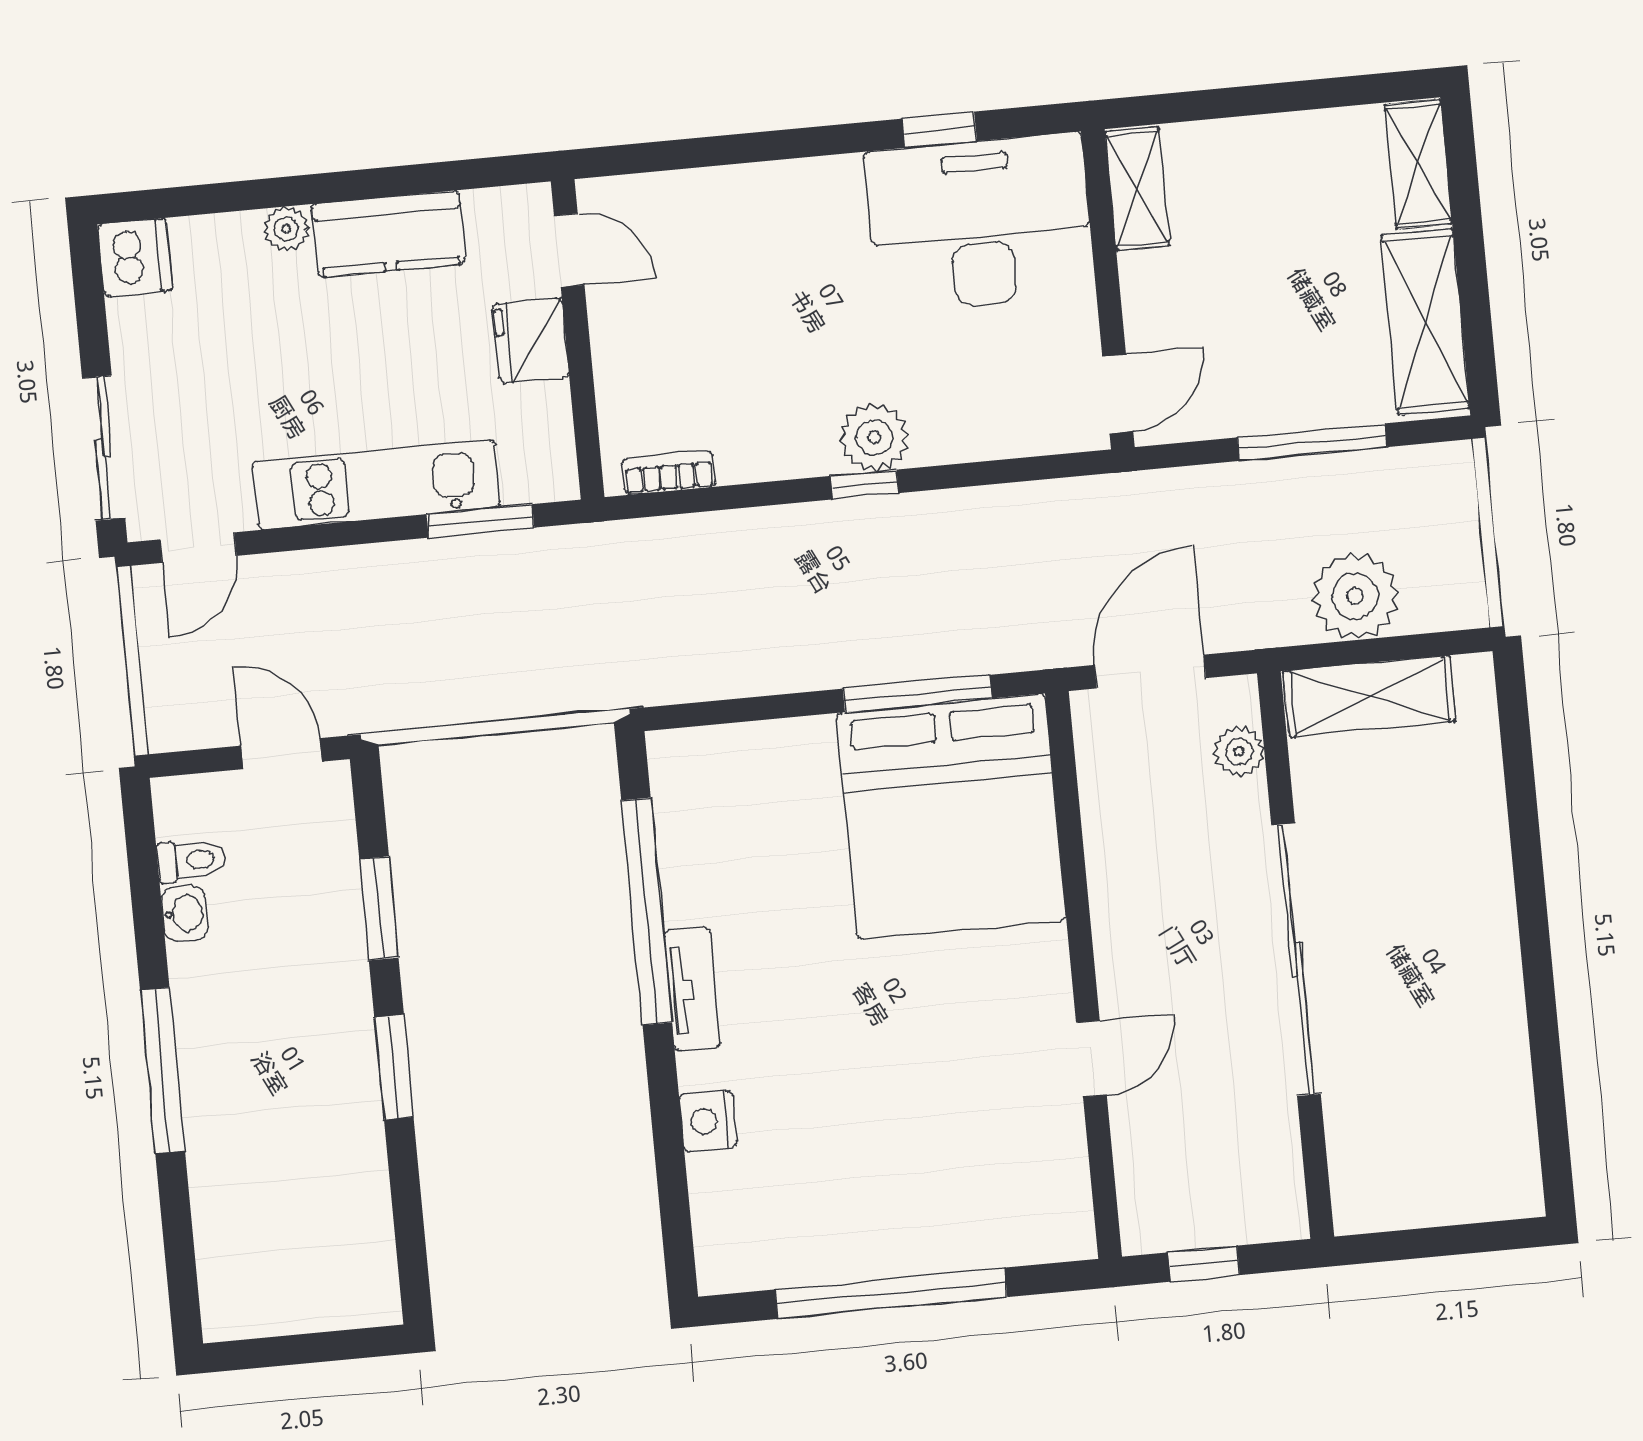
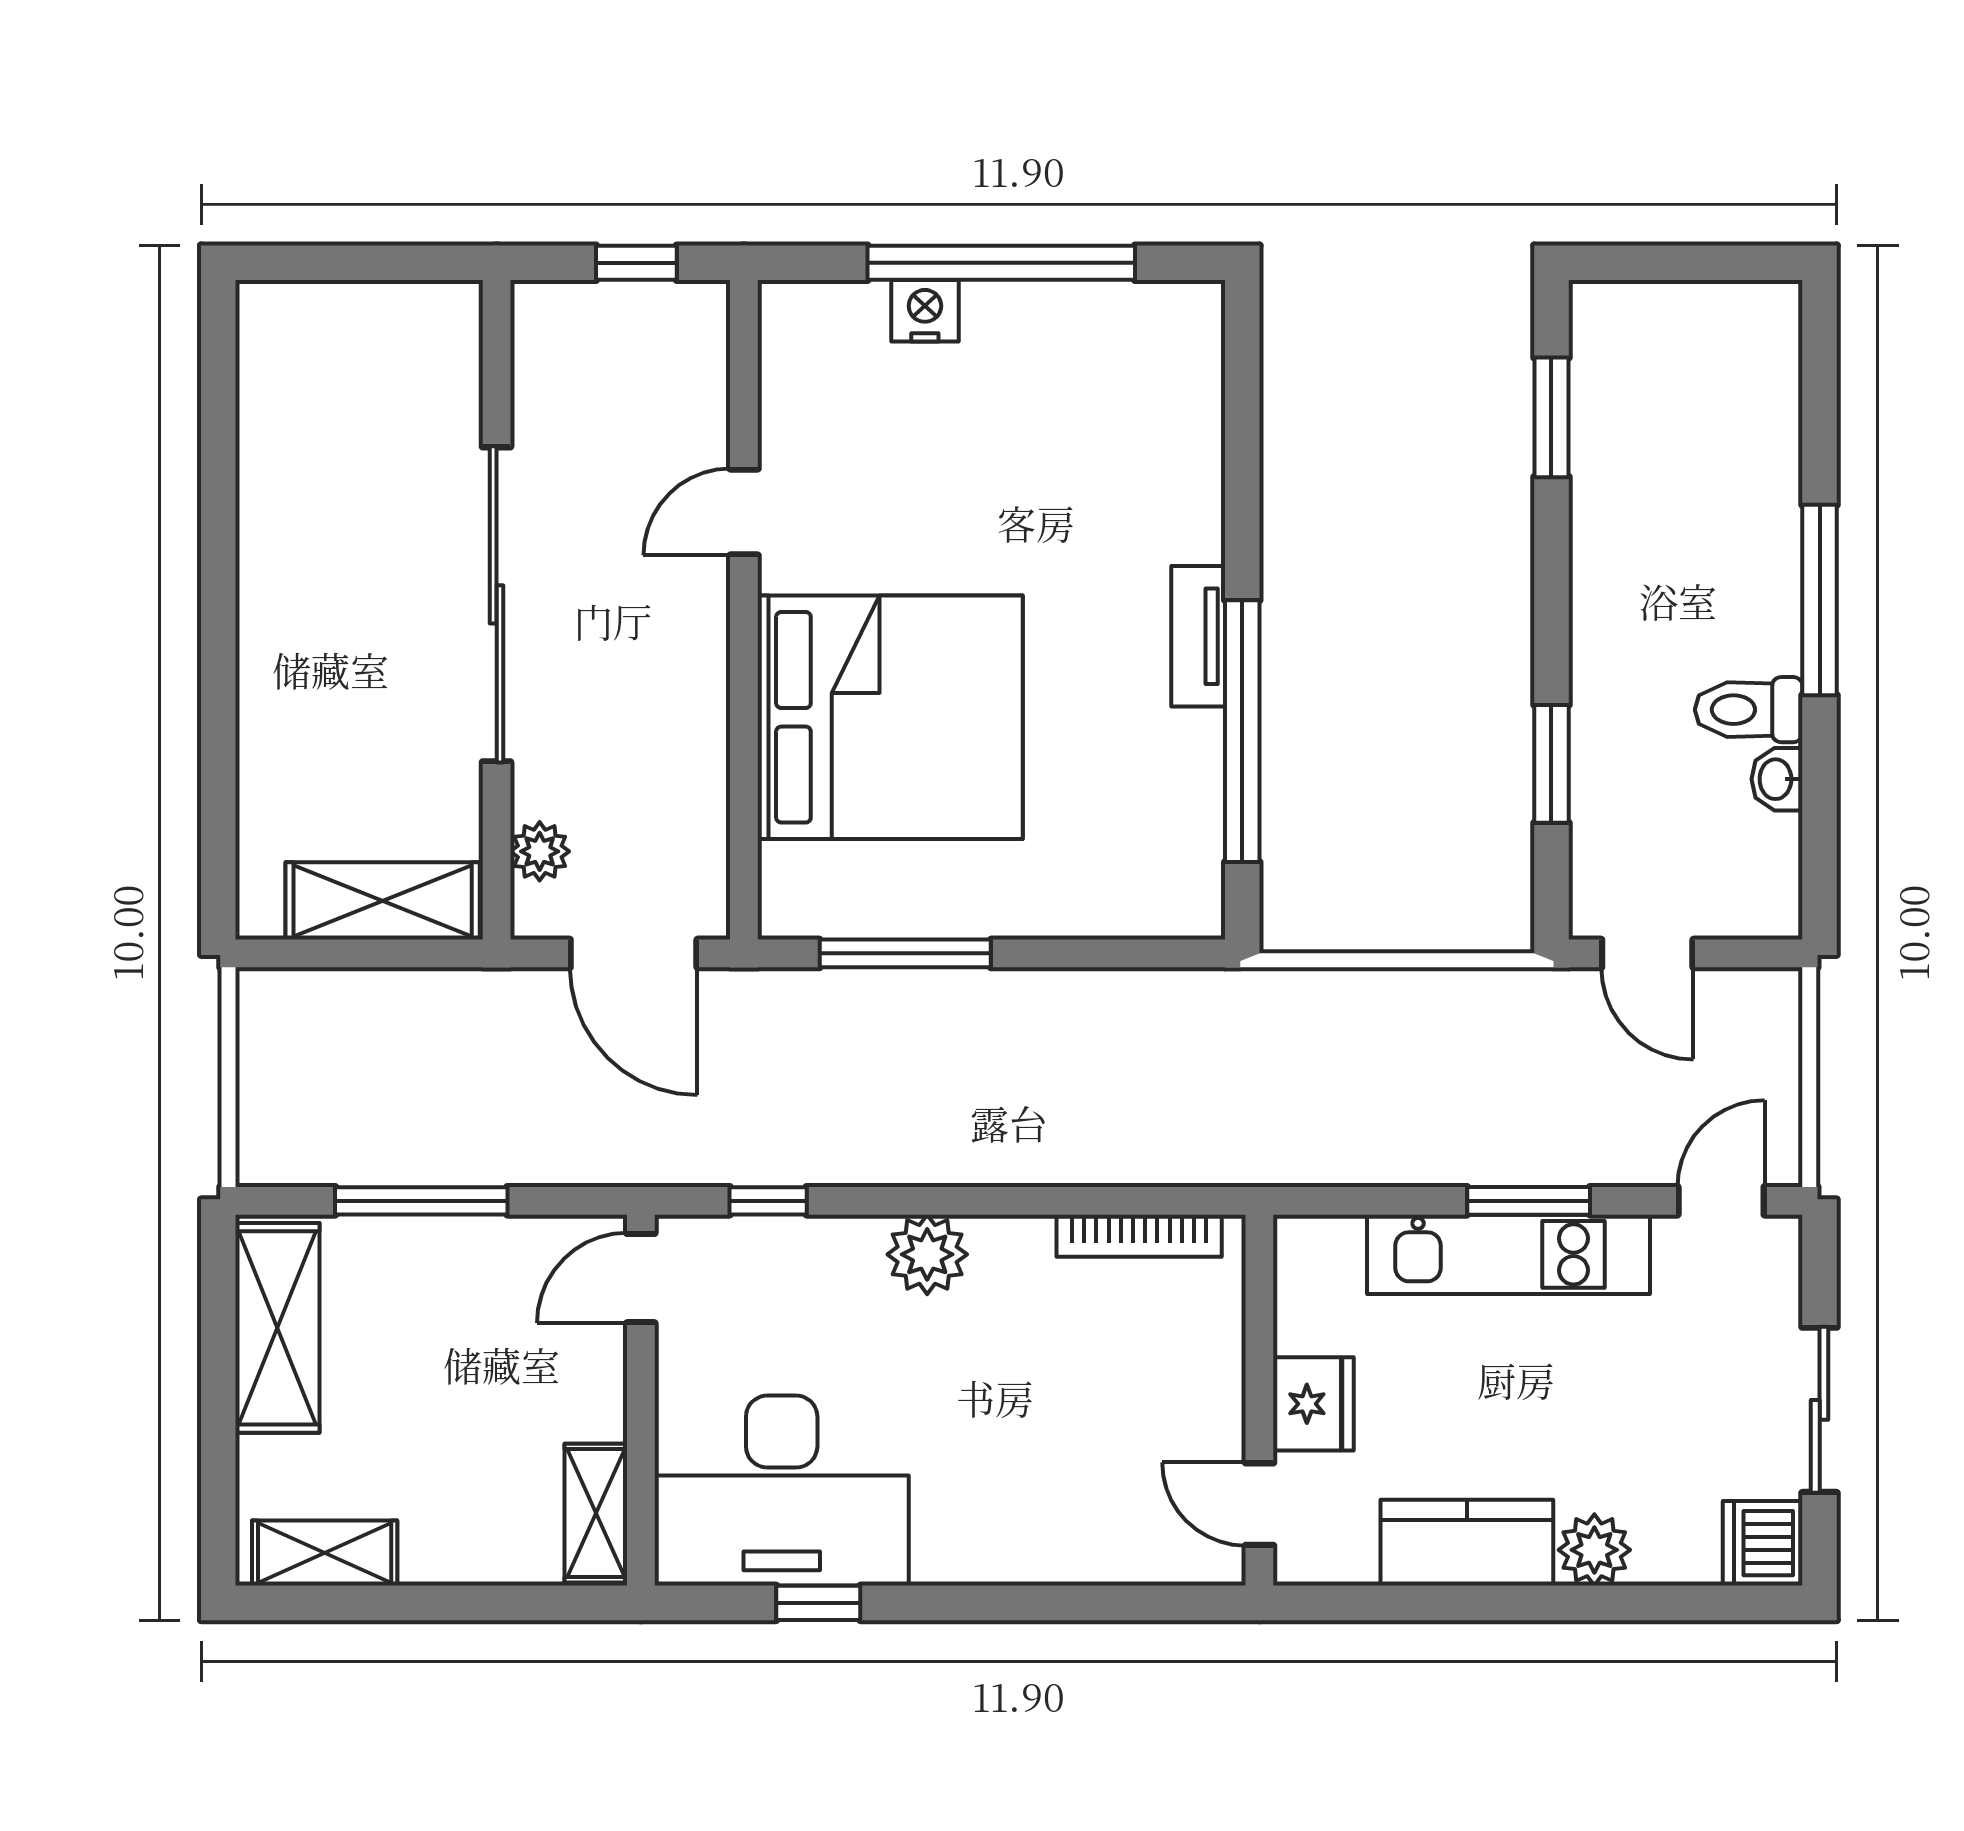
shelving: (1418, 164) -> (325, 1553), moved, turned 90
plant: (286, 229) -> (1594, 1550), width x1.38, depth x1.38
sliding door: (104, 448) -> (1820, 1410), moved
bookcase: (669, 473) -> (1139, 1236), width x1.56
window: (865, 485) -> (768, 1201), moved
window: (480, 521) -> (1529, 1201), moved
plant: (1355, 596) -> (388, 1018), removed
door: (1150, 672) -> (634, 953), hinge flipped
bed: (951, 817) -> (890, 717), moved, turned 90
toilet: (191, 860) -> (1749, 710), moved, width x1.37, depth x1.39
window: (394, 1067) -> (1551, 417), moved
nightstand: (708, 1121) -> (925, 311), moved, turned -90

